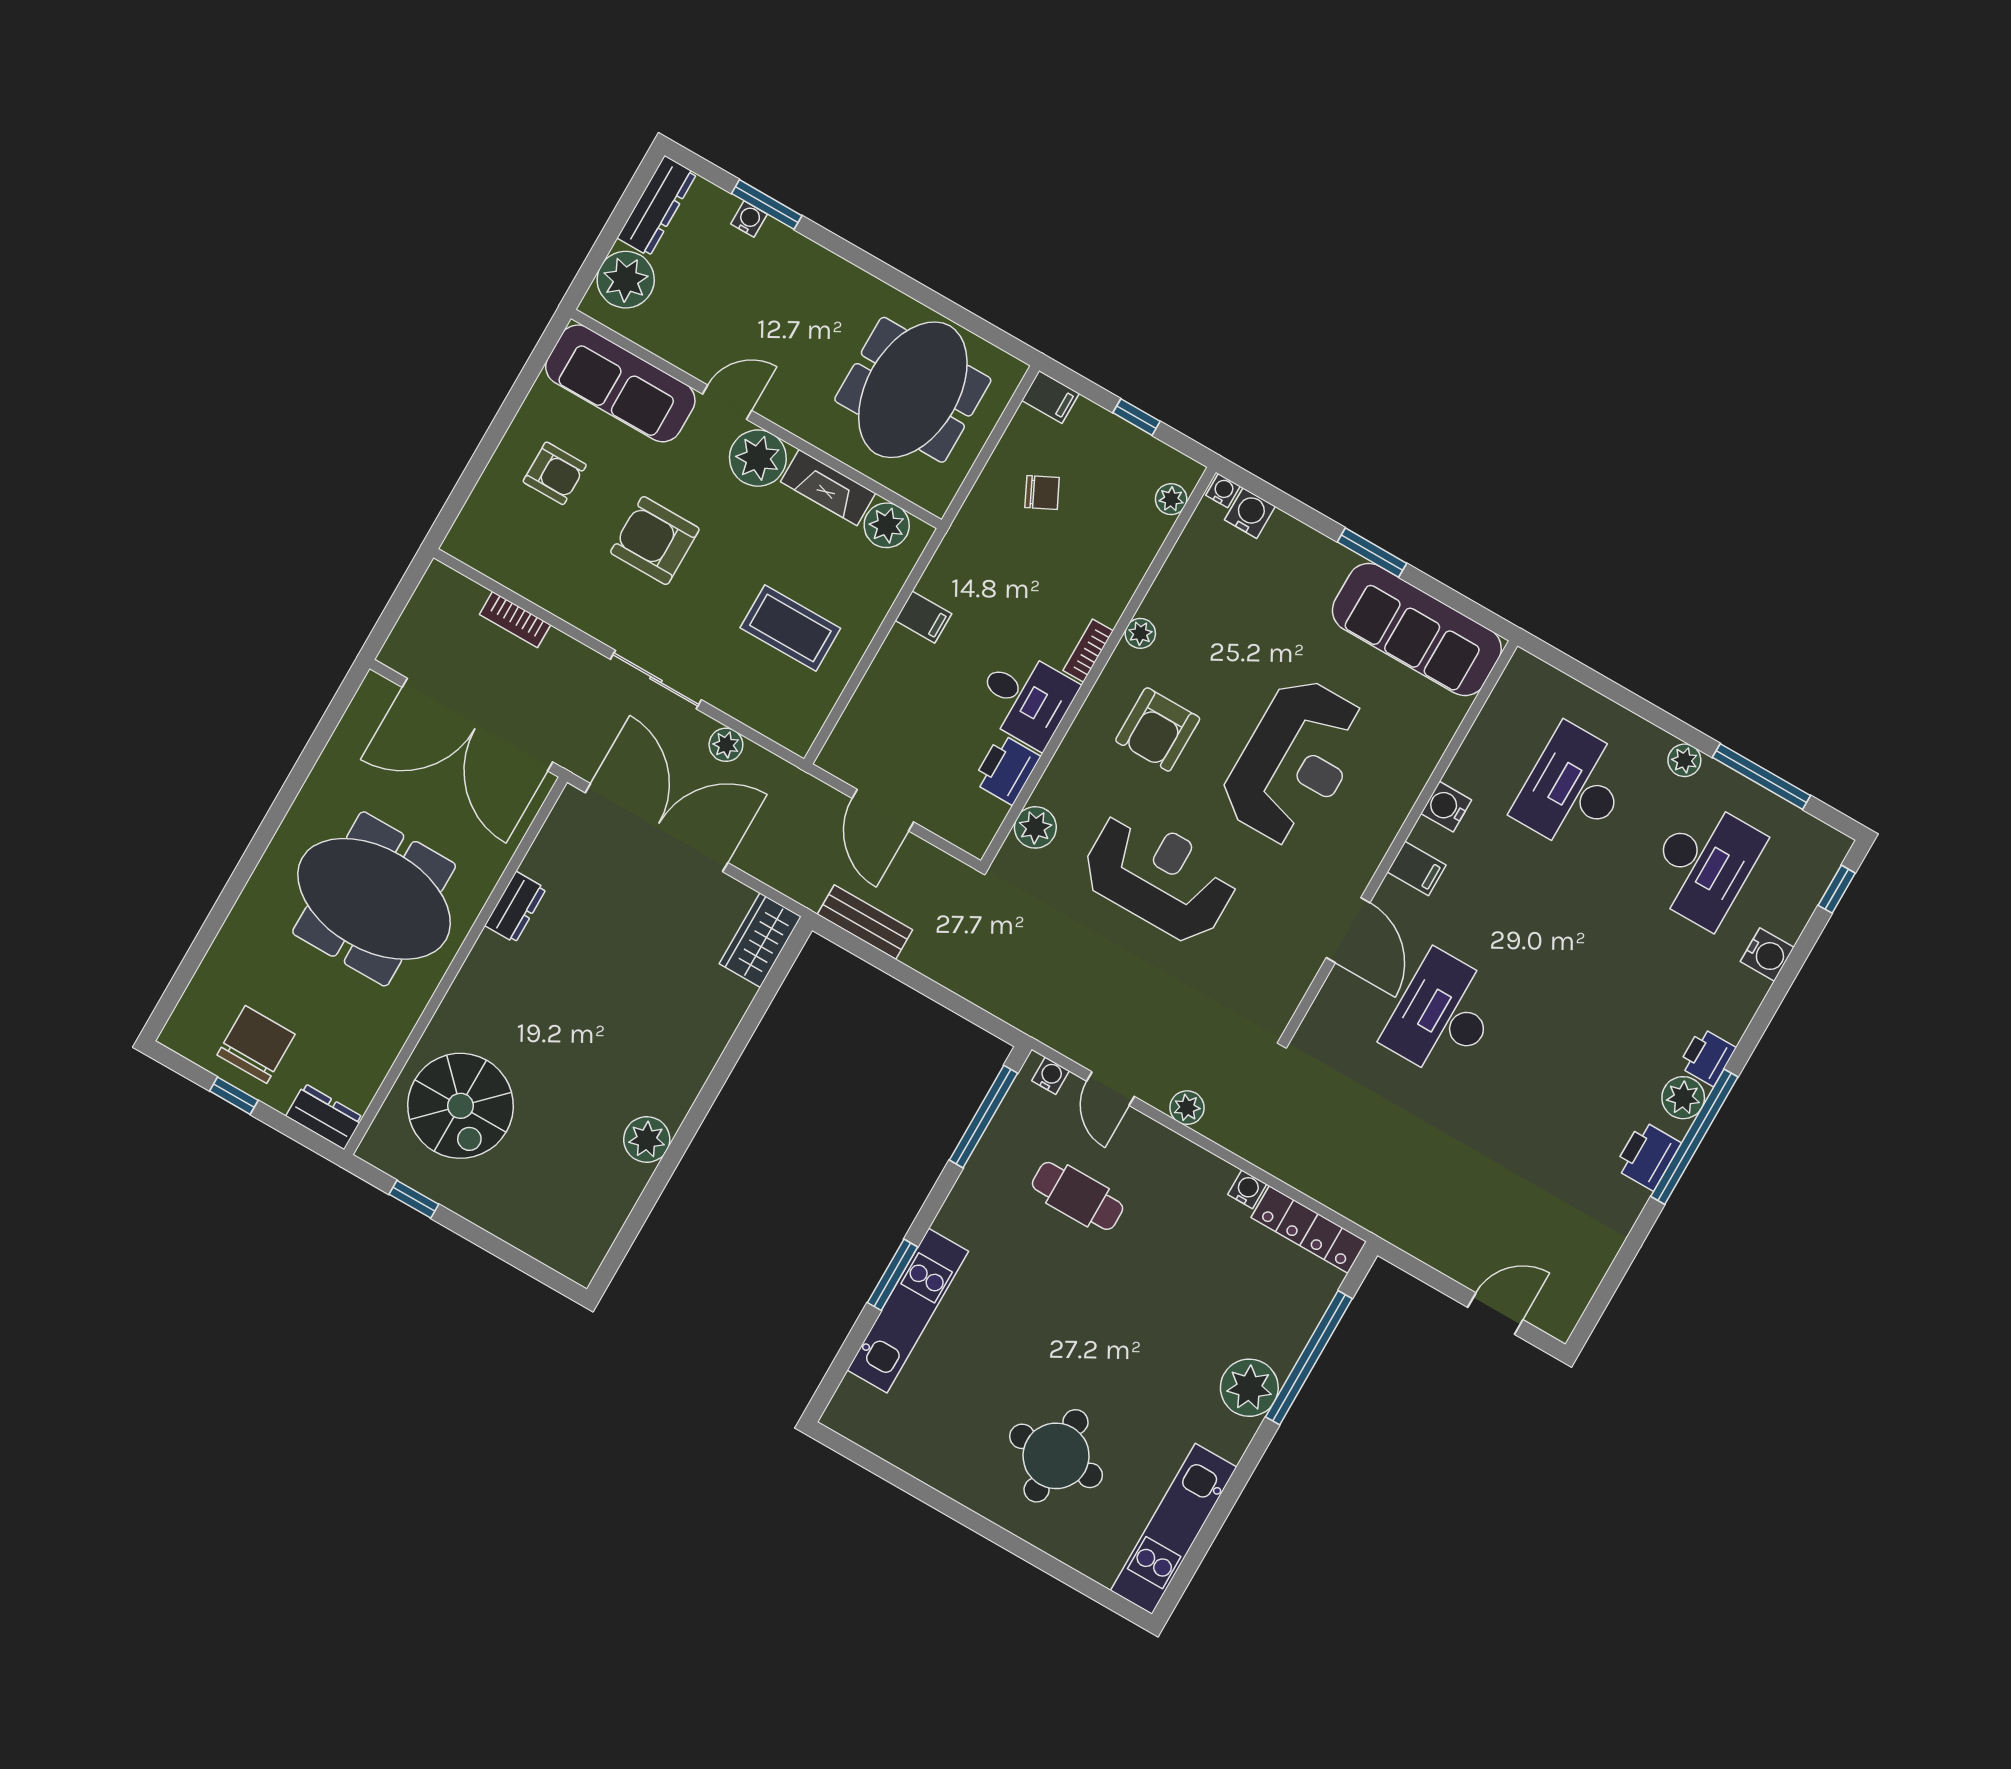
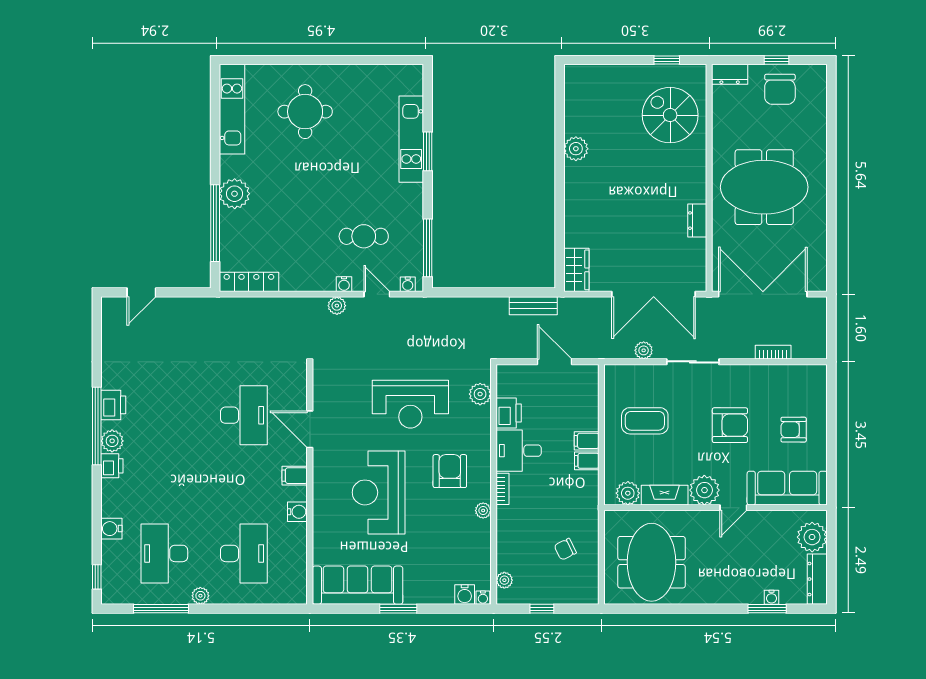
filing cabinet: (1050, 397) -> (587, 441), moved
water cooler: (1247, 1189) -> (344, 284), moved

